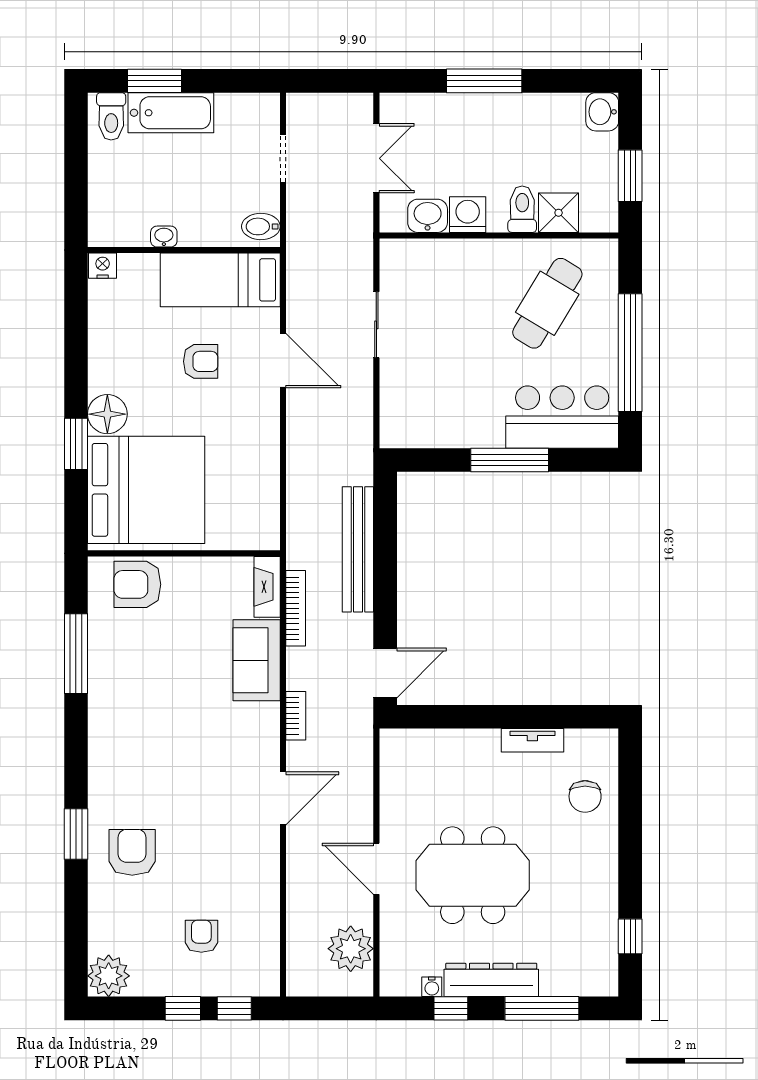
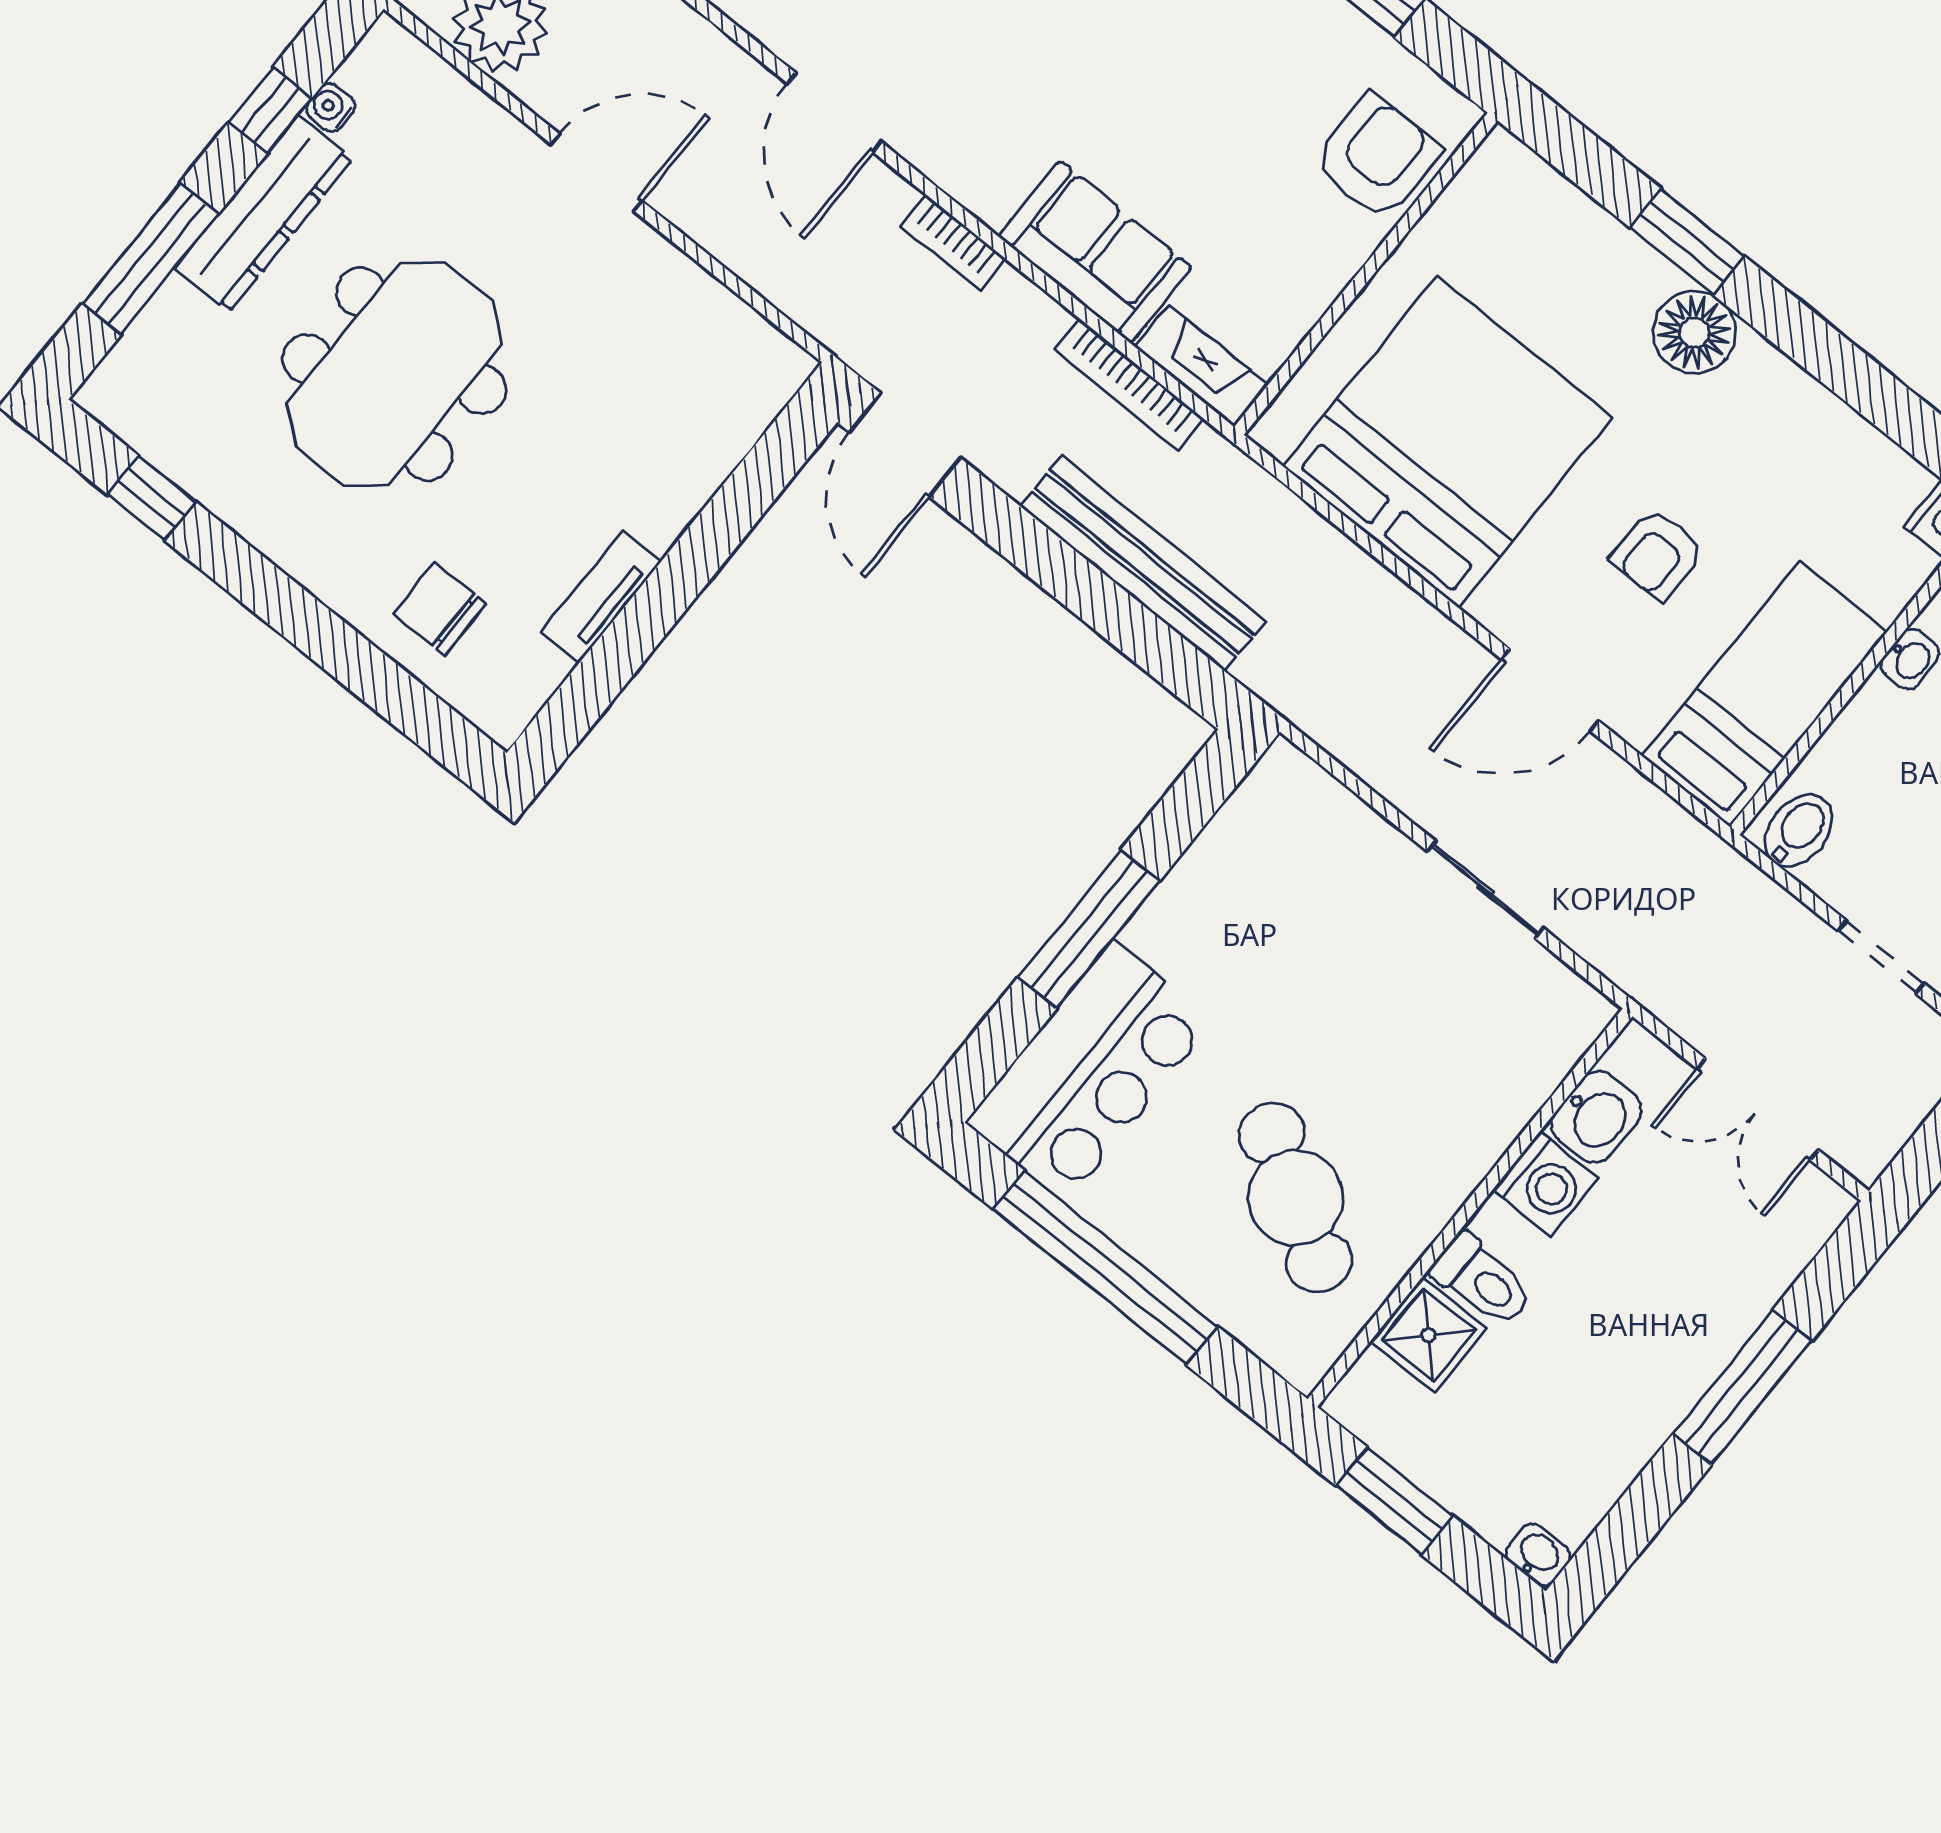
washbasin: (602, 112) -> (1538, 1555), width x0.72, depth x0.69
bed: (146, 490) -> (1448, 442), moved, turned 180
meeting table: (473, 875) -> (394, 374), moved

